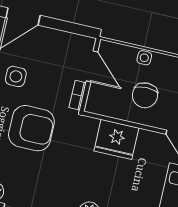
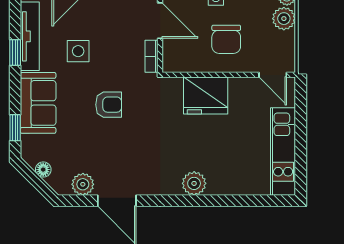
armchair: (31, 128) -> (109, 105), width x0.53, depth x0.53

